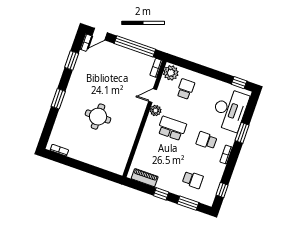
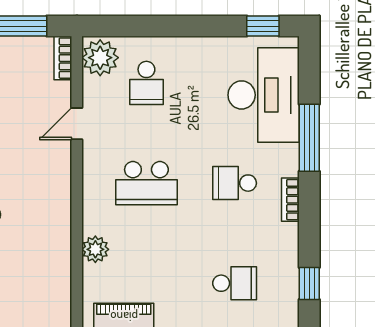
school desk: (186, 89) -> (146, 83), turned 180
plant: (156, 111) -> (95, 249), moved
school desk: (172, 128) -> (146, 183), turned 180
window: (242, 133) -> (309, 138), width x1.44

